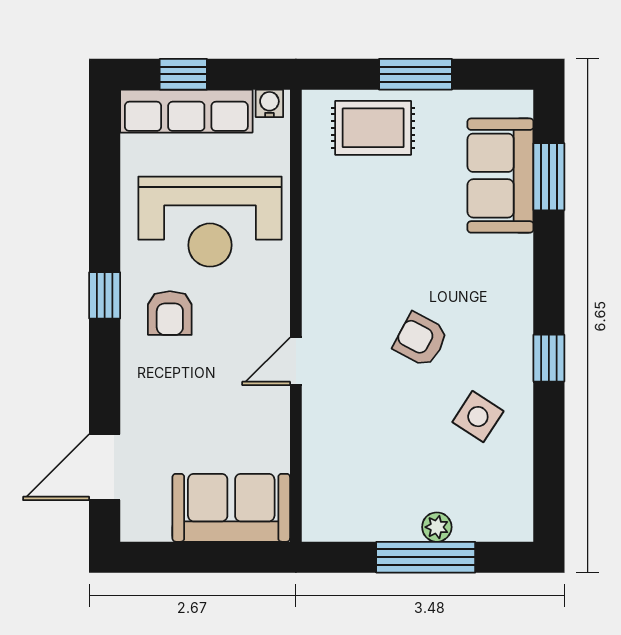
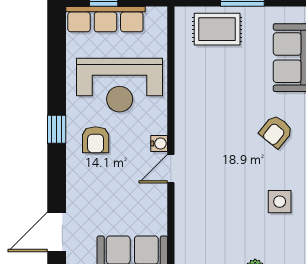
water cooler: (269, 103) -> (159, 144), moved, turned 90
armchair: (421, 340) -> (276, 131), moved, turned -79
side table: (478, 417) -> (280, 202), turned -33

